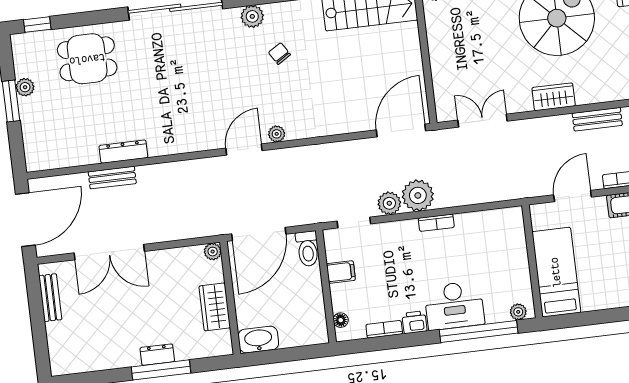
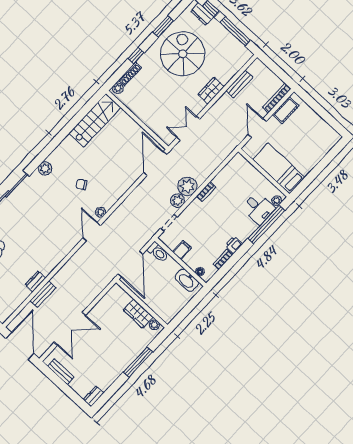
chair: (279, 54) -> (81, 184), moved
dresser: (123, 152) -> (35, 281), width x0.70
plant: (213, 252) -> (154, 325), moved
desk: (454, 305) -> (258, 208), moved, width x0.73
washbasin: (258, 340) -> (187, 280), moved, turned -90
dresser: (157, 355) -> (94, 396), moved

